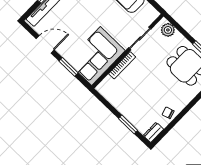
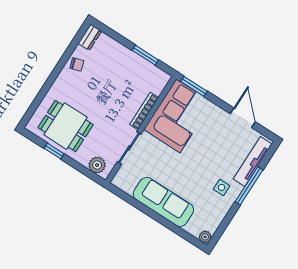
door: (45, 44) -> (243, 118), swing flipped
window: (68, 67) -> (194, 86), moved
window: (128, 124) -> (145, 55), moved

